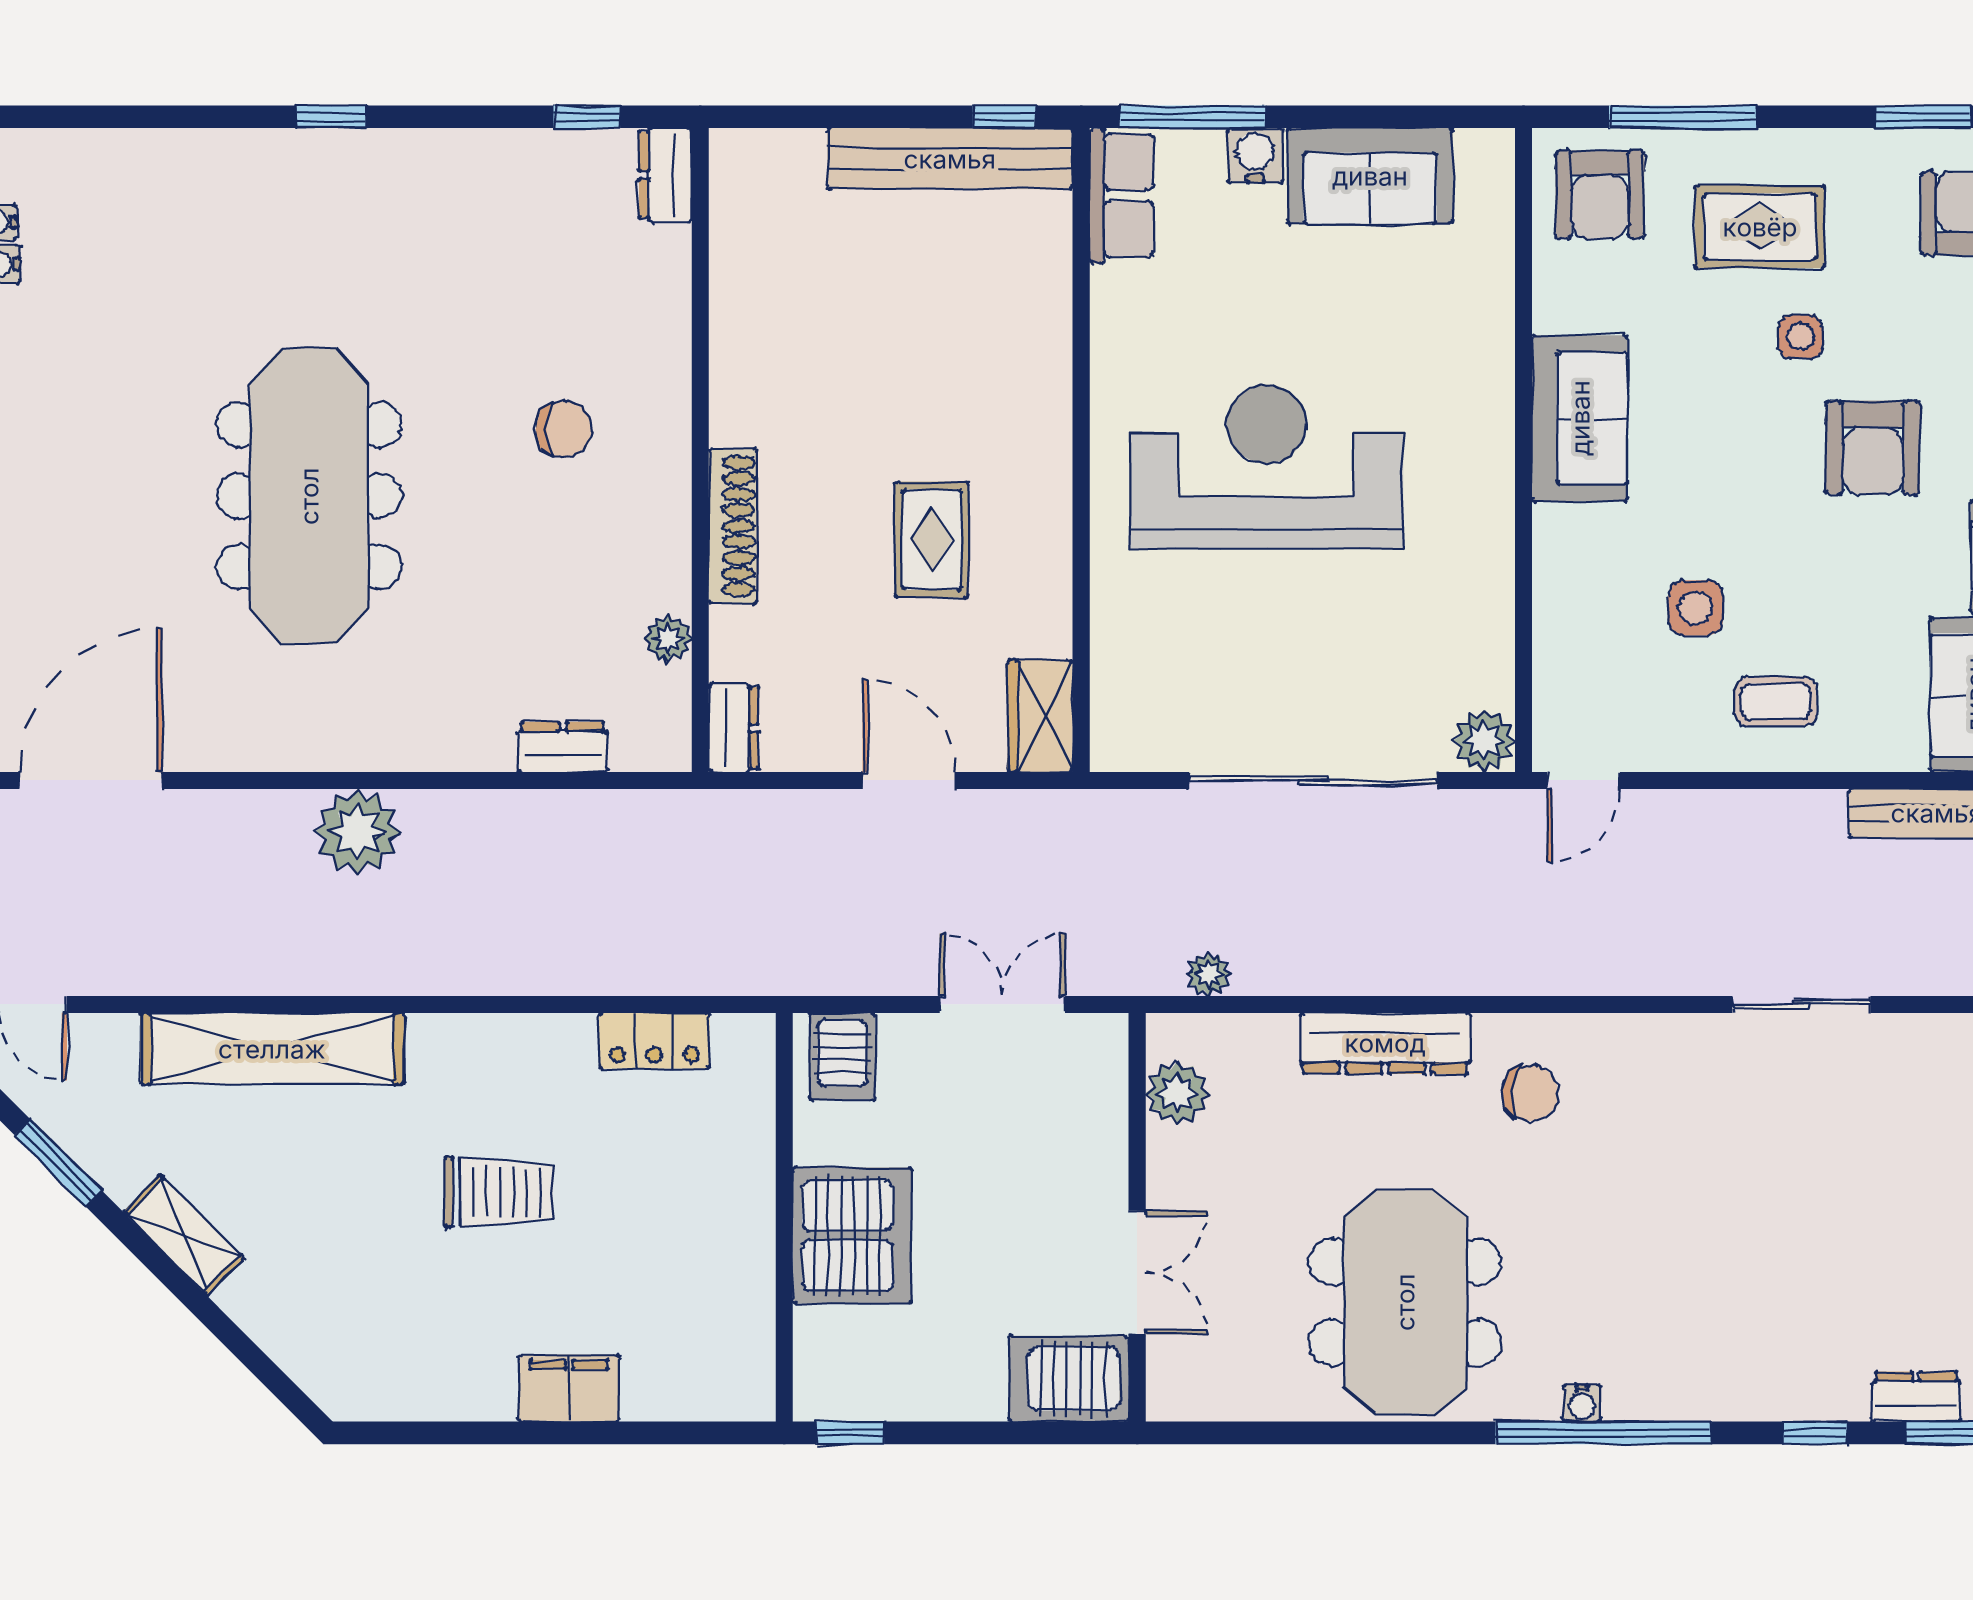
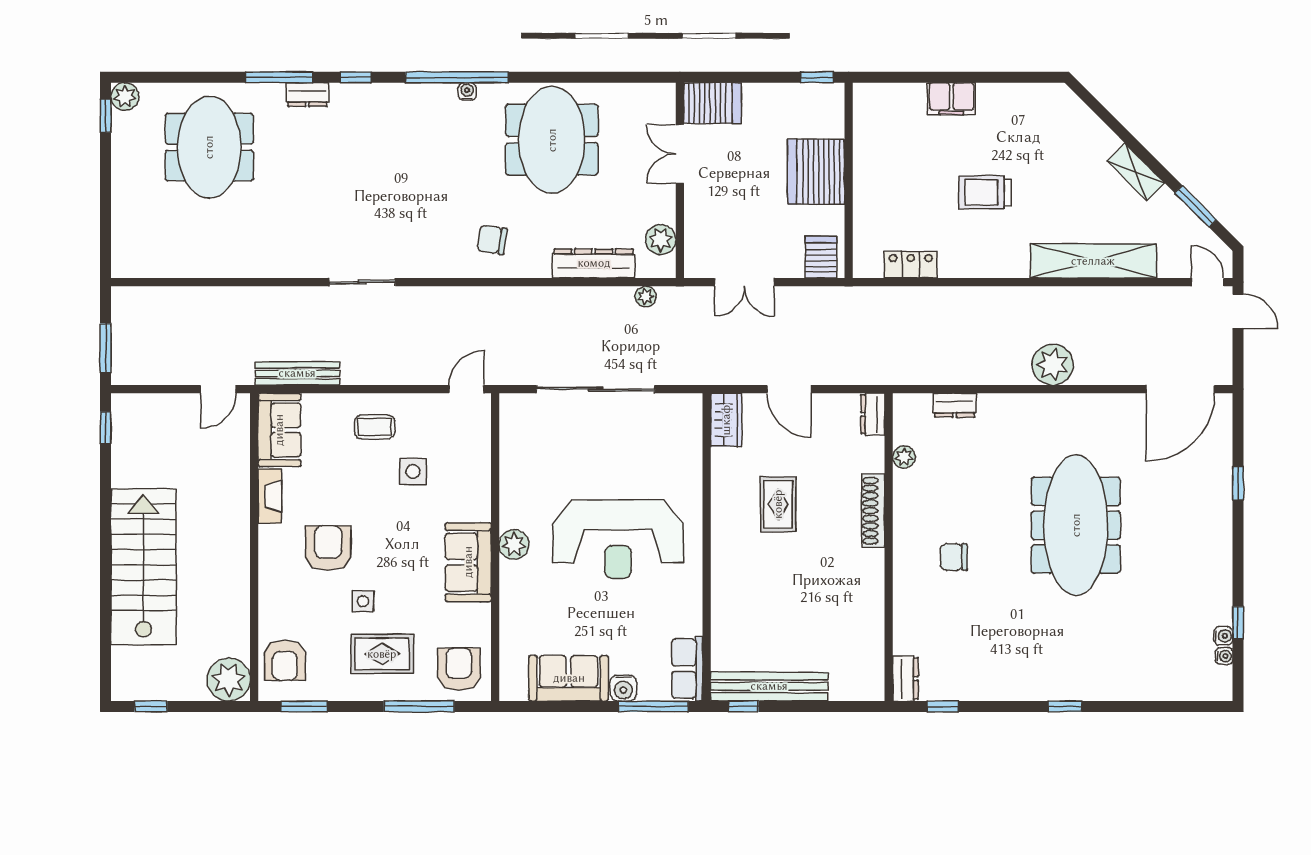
plant: (1484, 741) -> (514, 544), moved
dresser: (1385, 1043) -> (594, 263), moved

